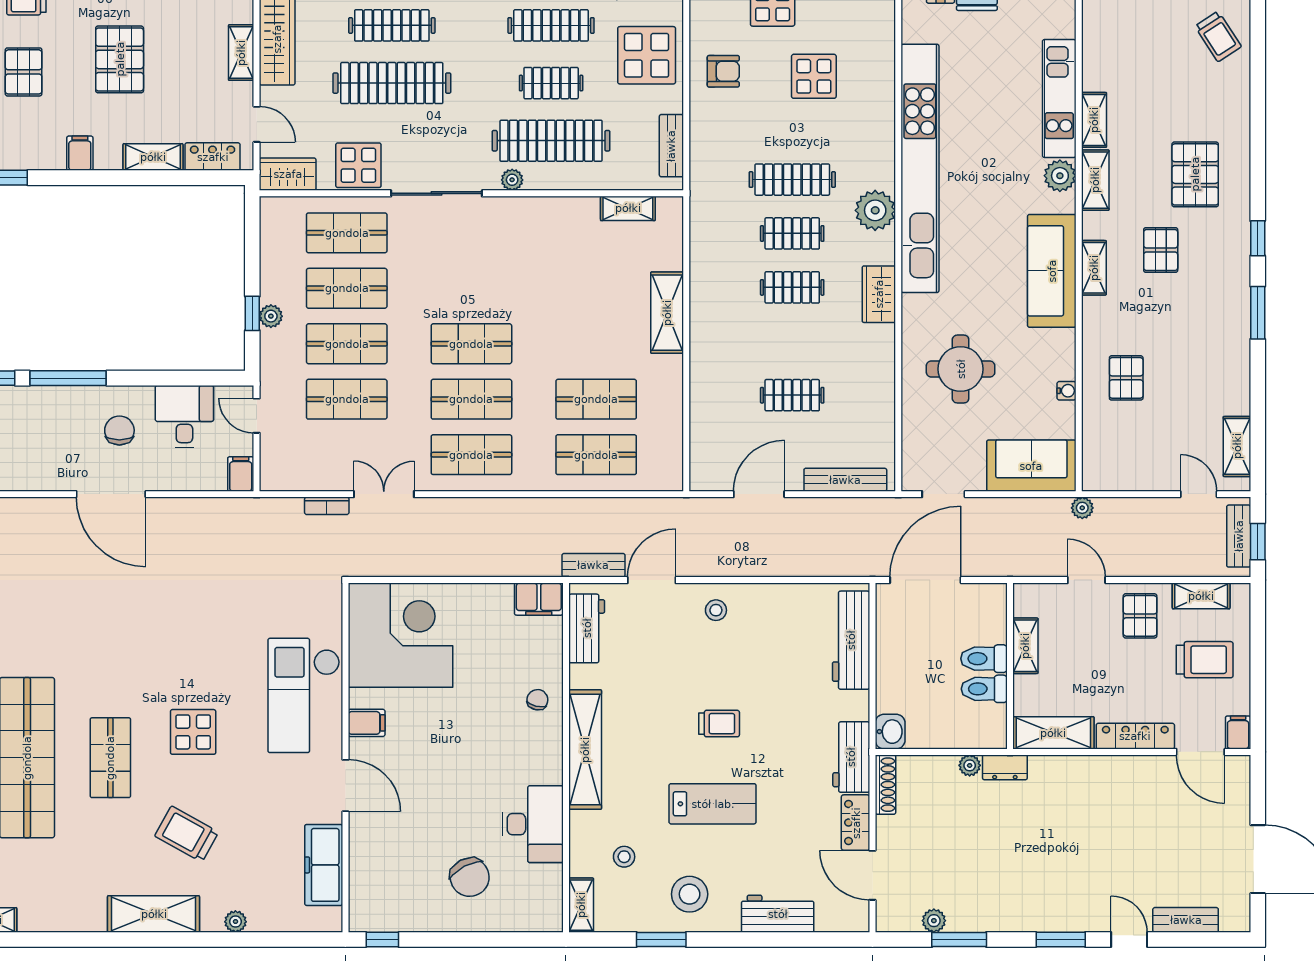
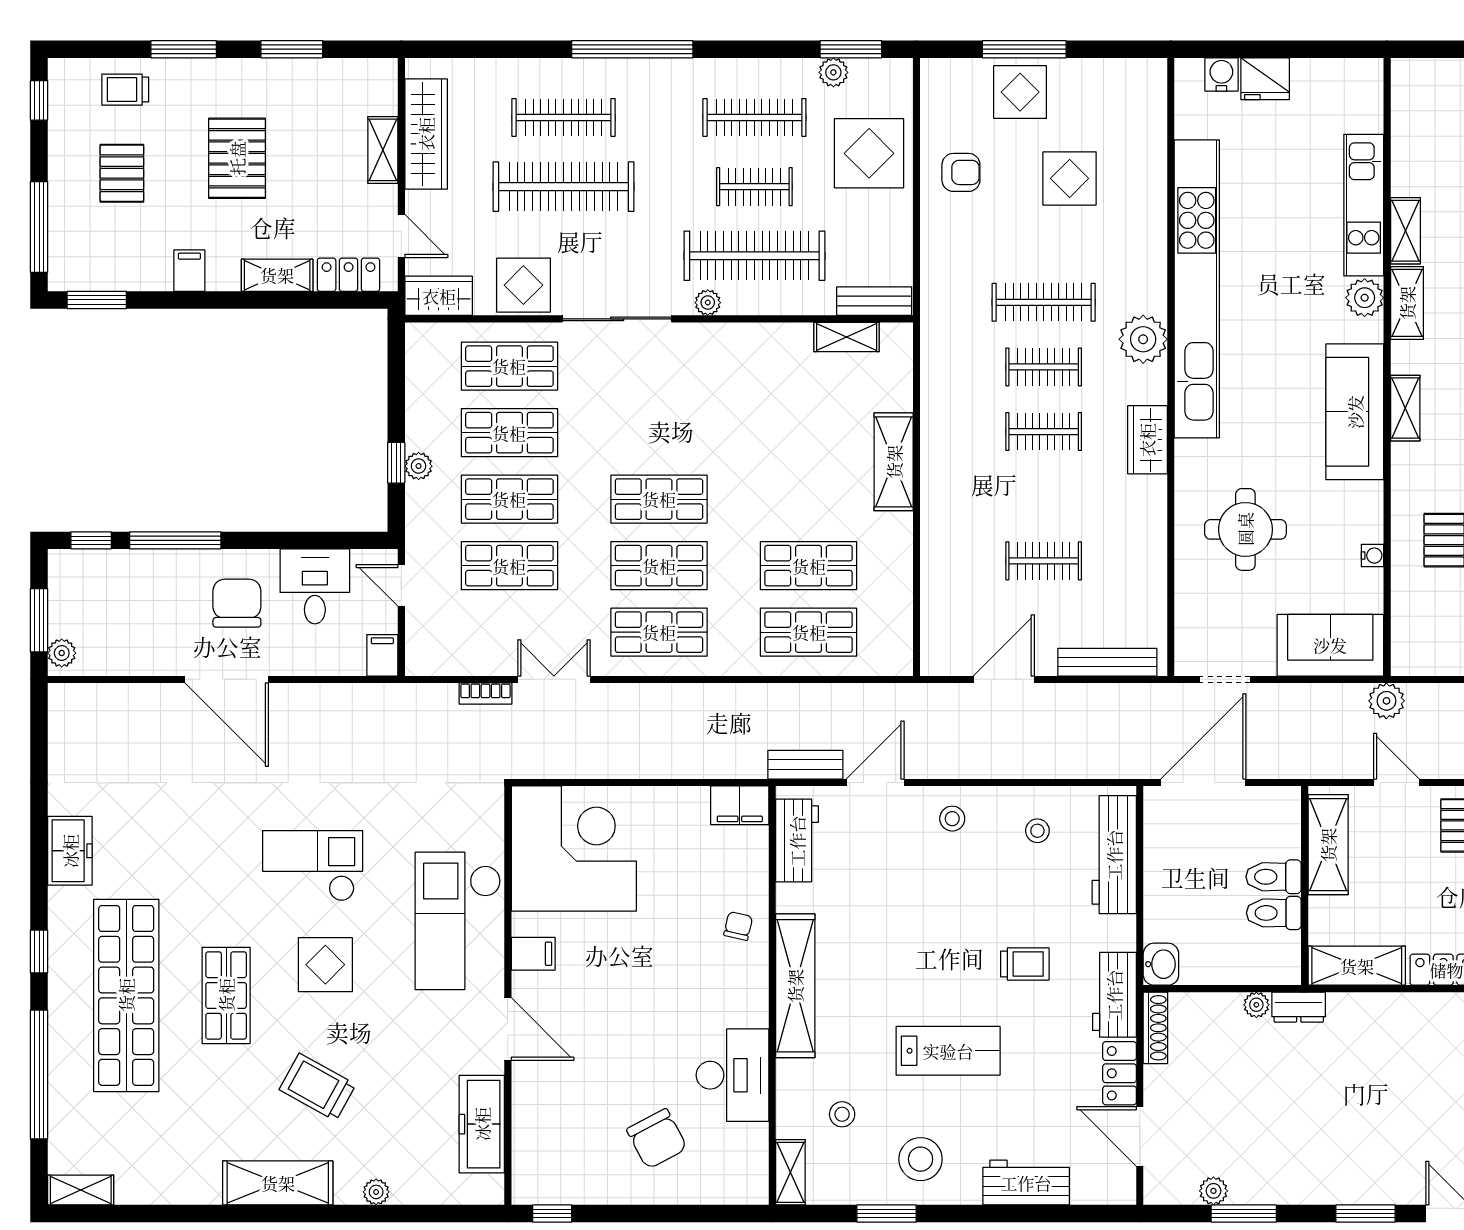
bench: (671, 146) -> (874, 301), moved, turned 90
chair: (119, 430) -> (237, 603), width x1.37, depth x1.37
plant: (1082, 508) -> (1386, 701), width x1.38, depth x1.38
stool: (787, 620) -> (1037, 831), added
shelving: (1025, 646) -> (1328, 845), width x1.50, depth x1.33
checkout: (183, 649) -> (313, 866), added
trolley: (719, 724) -> (1025, 964), moved

